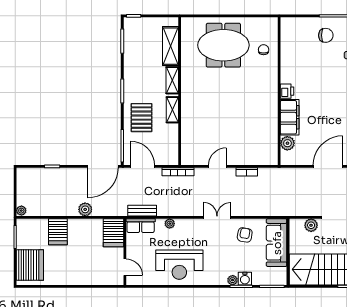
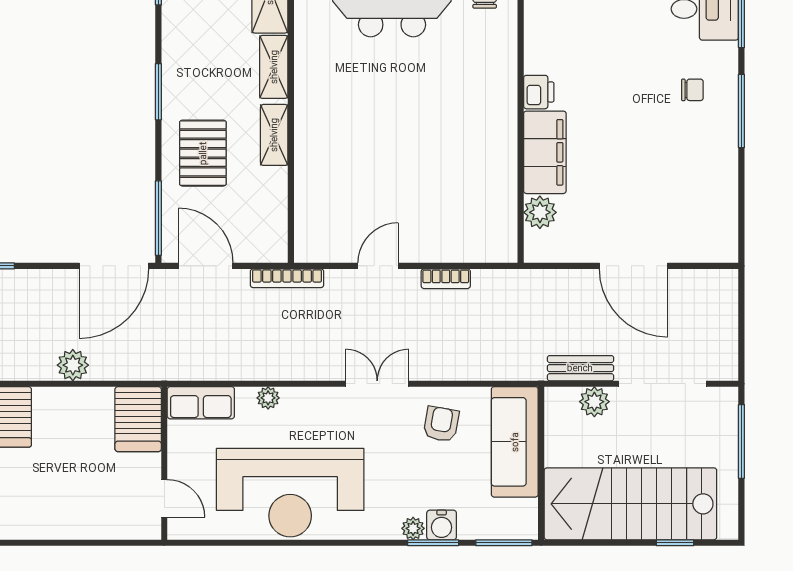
door: (328, 166) -> (633, 266), swing flipped
bench: (142, 211) -> (580, 368), moved
reception desk: (179, 265) -> (290, 493), width x1.36, depth x1.30

